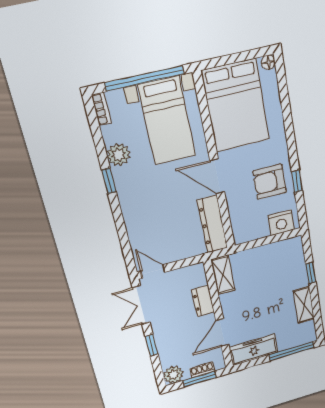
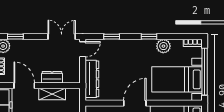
dresser: (212, 224) -> (92, 79), moved, turned 90
window: (123, 236) -> (112, 37), added
shelving: (223, 275) -> (52, 94), moved
window: (151, 345) -> (15, 37), moved

